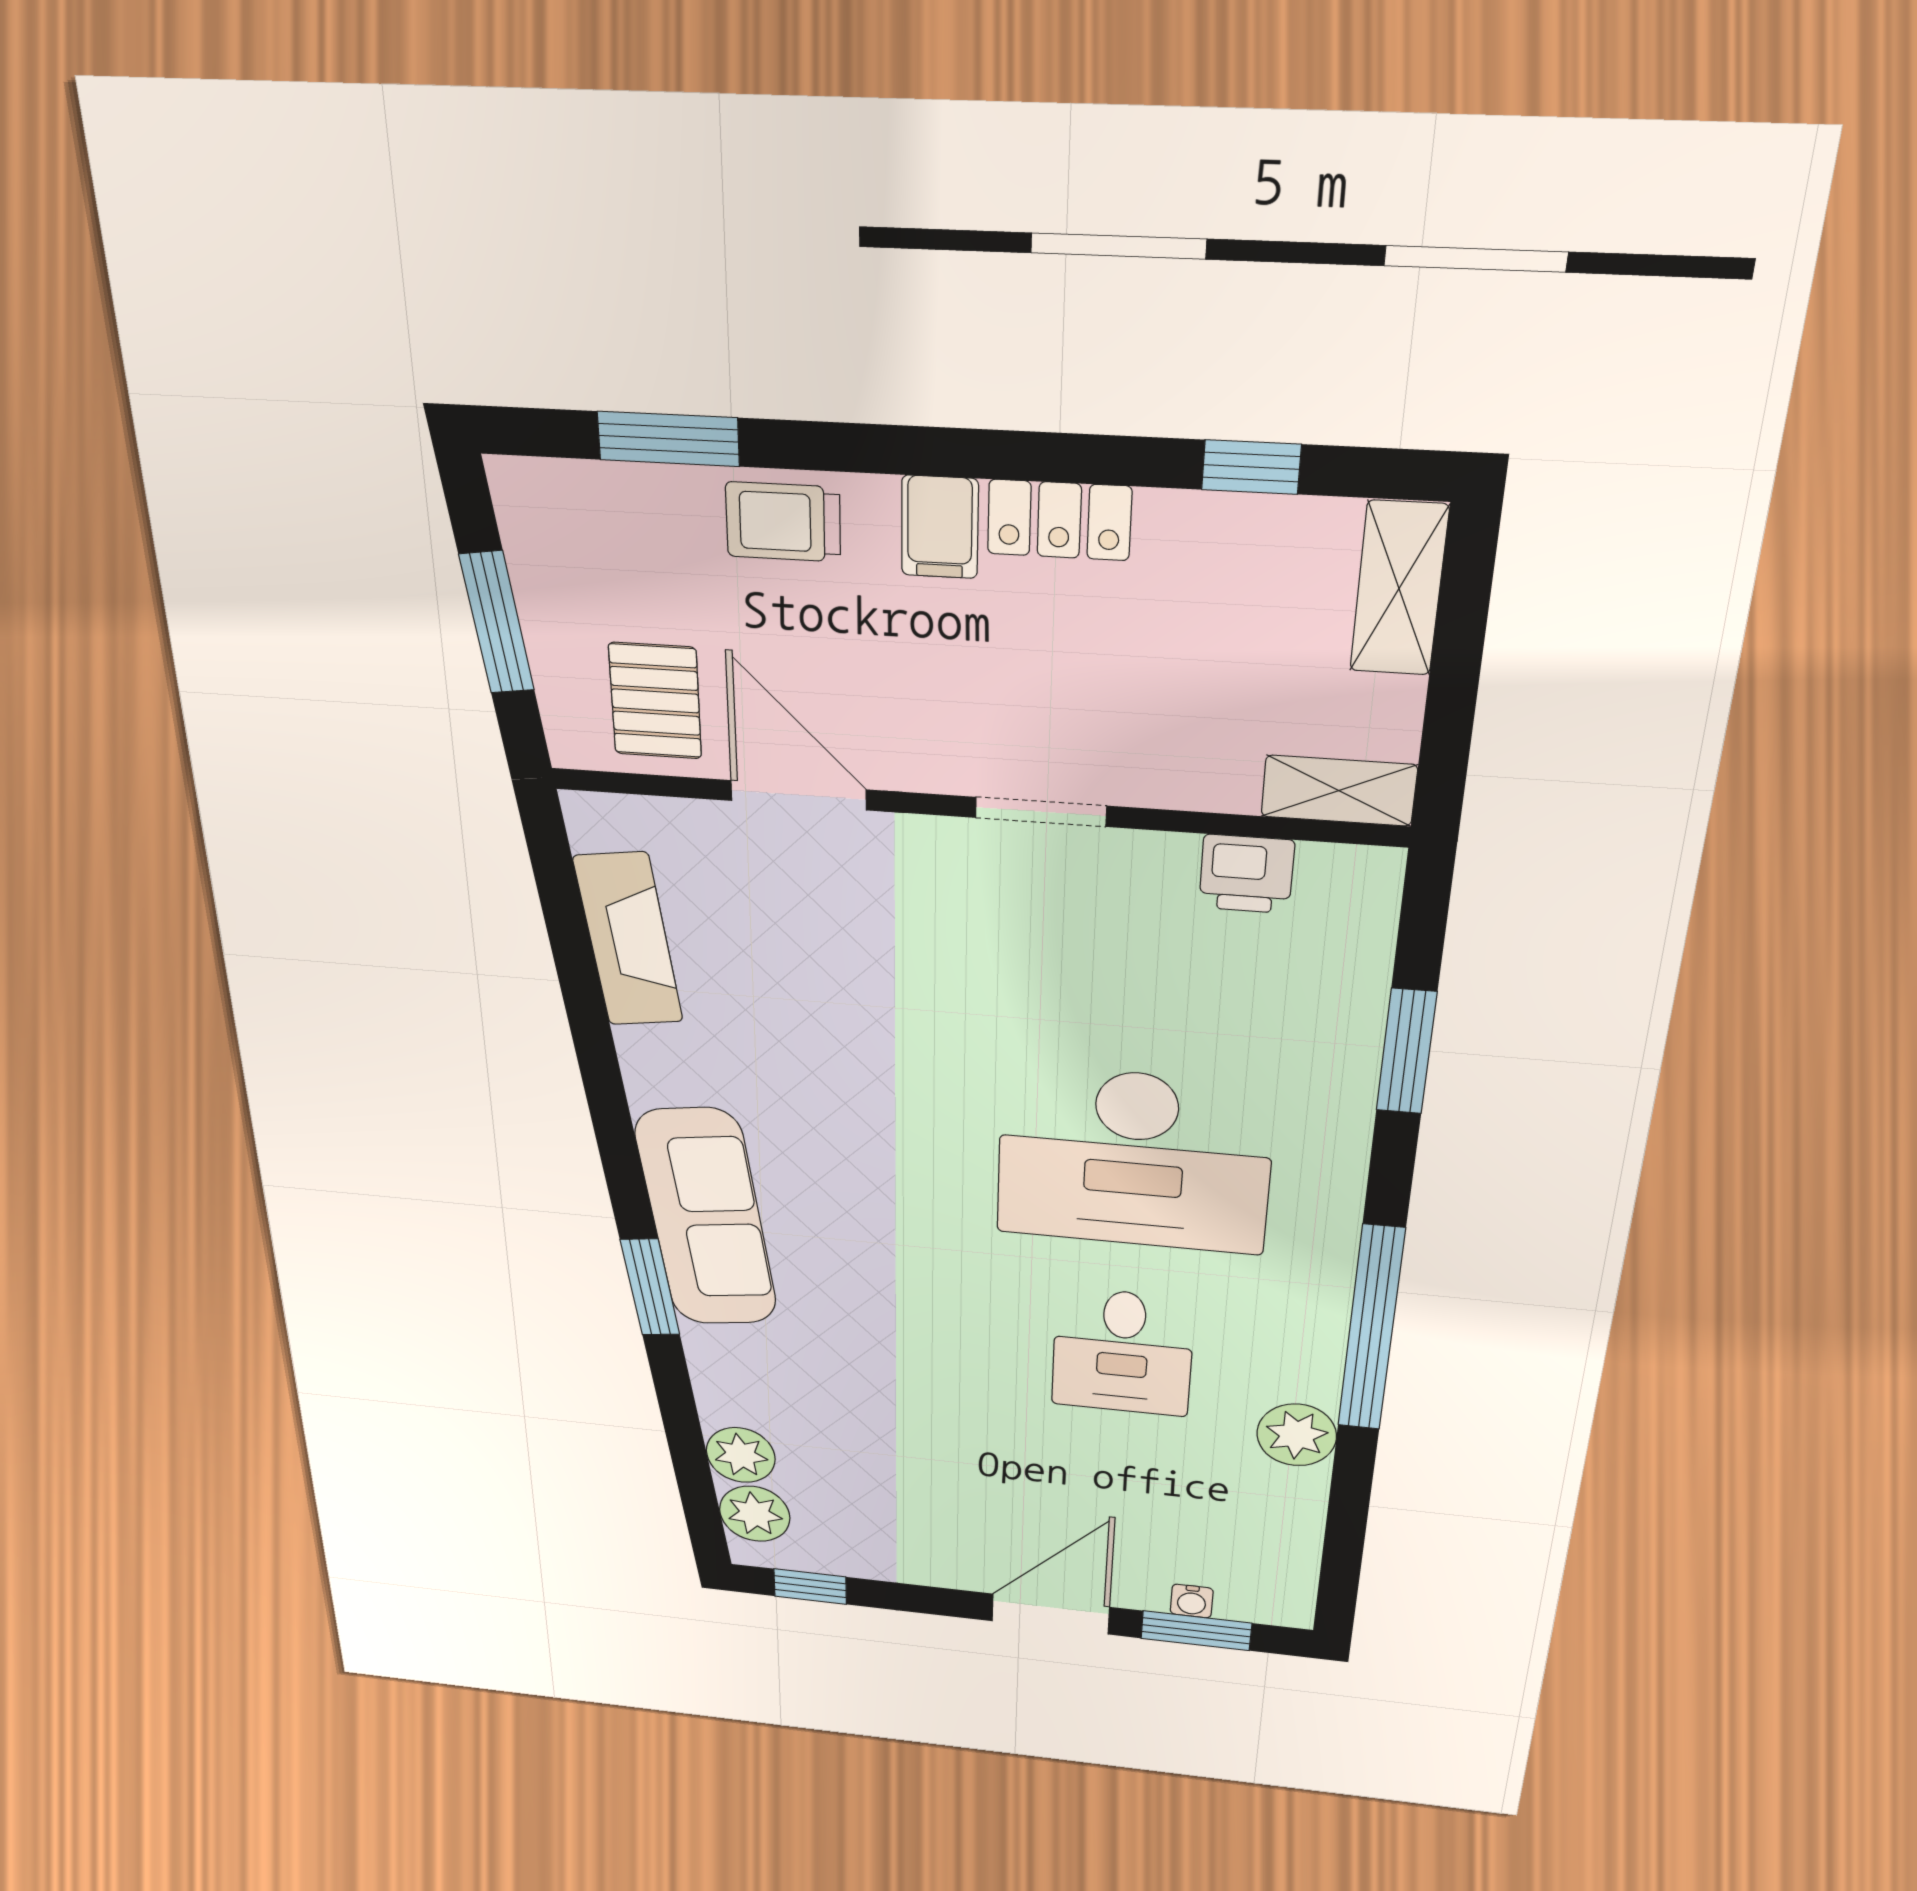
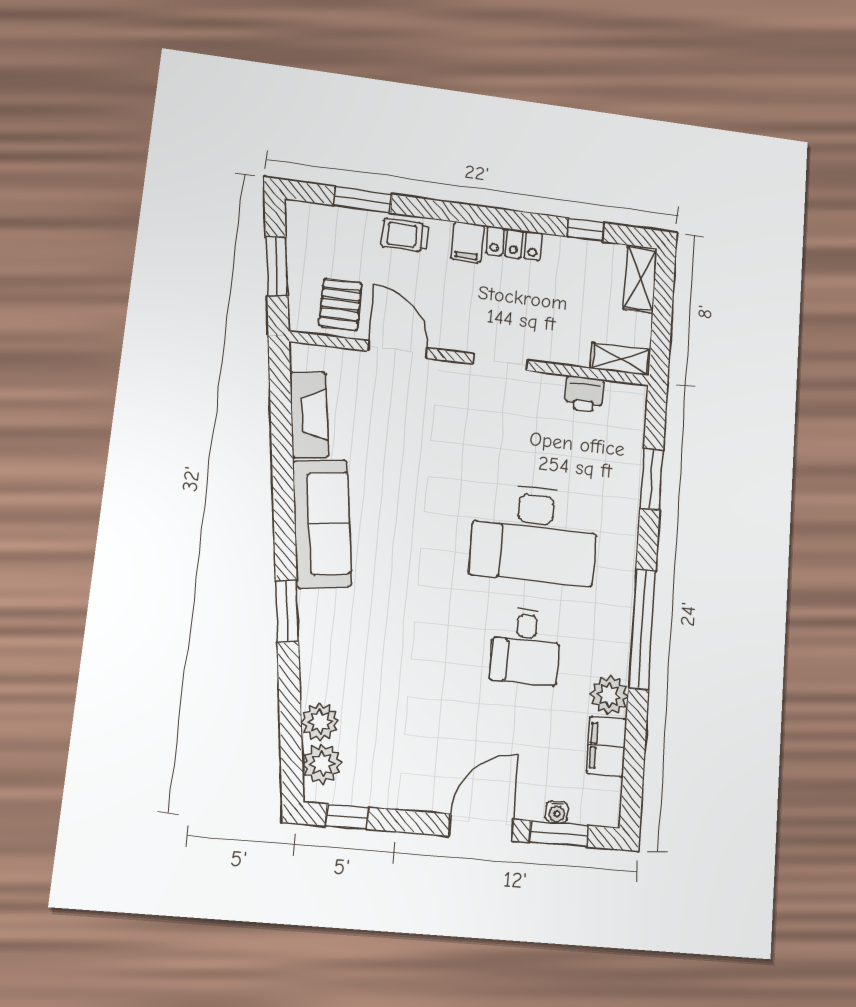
sofa: (706, 1218) -> (322, 523), moved
filing cabinet: (1289, 1512) -> (606, 746), added

